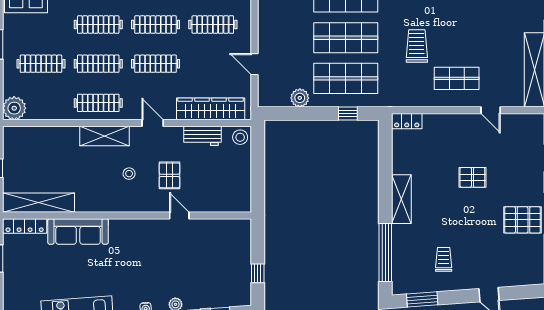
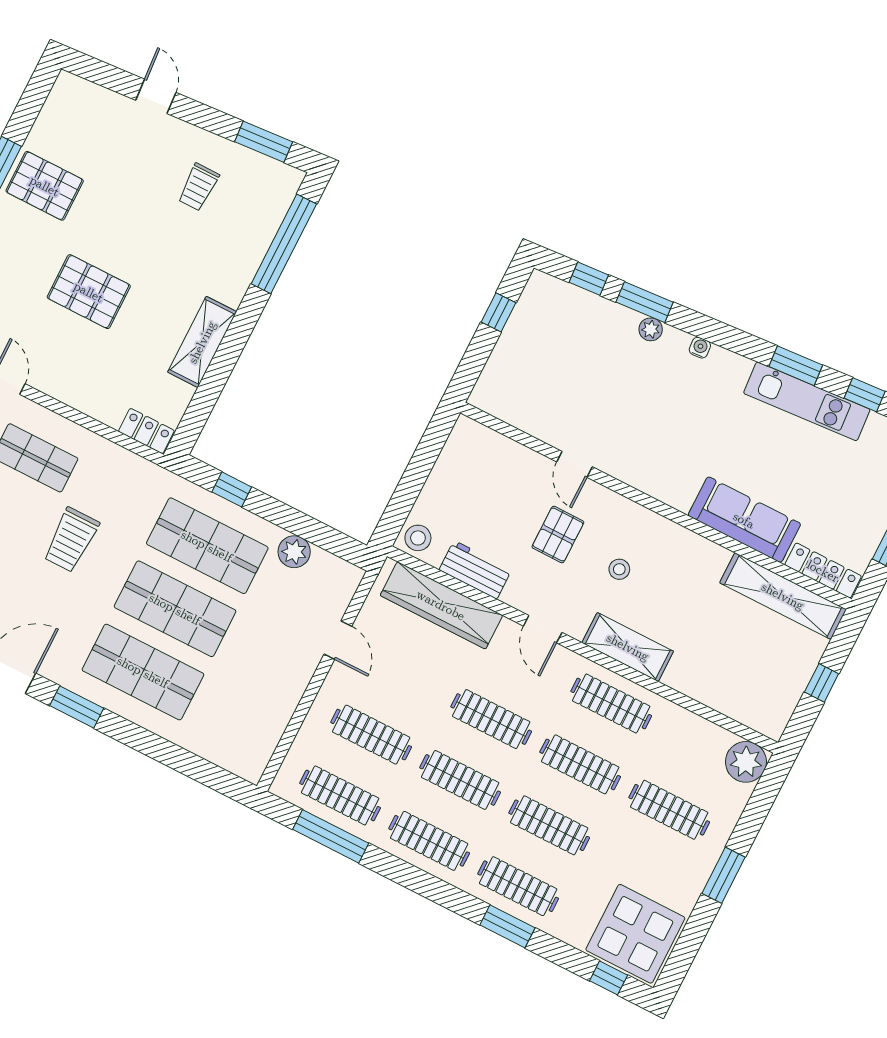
pallet: (472, 177) -> (89, 292), width x1.50, depth x1.42
shelving: (401, 199) -> (202, 342), moved

